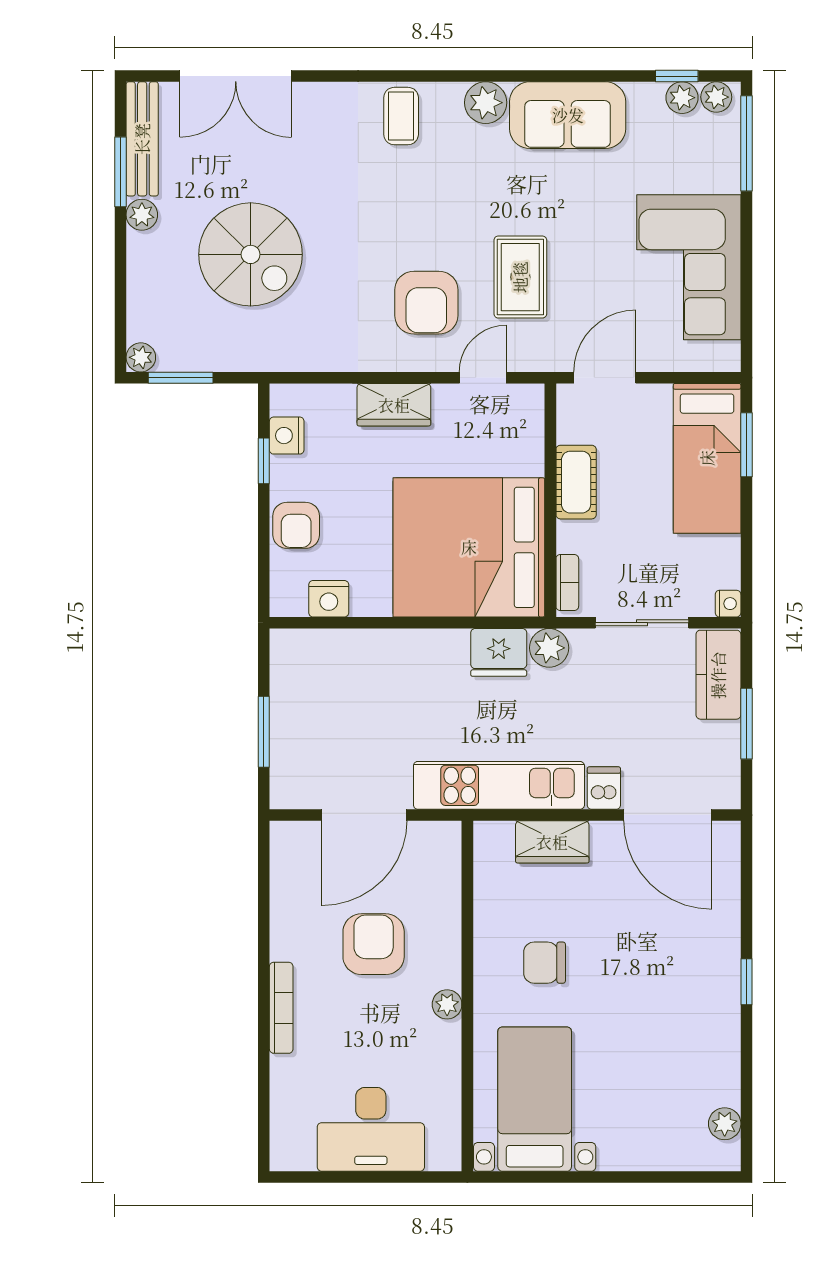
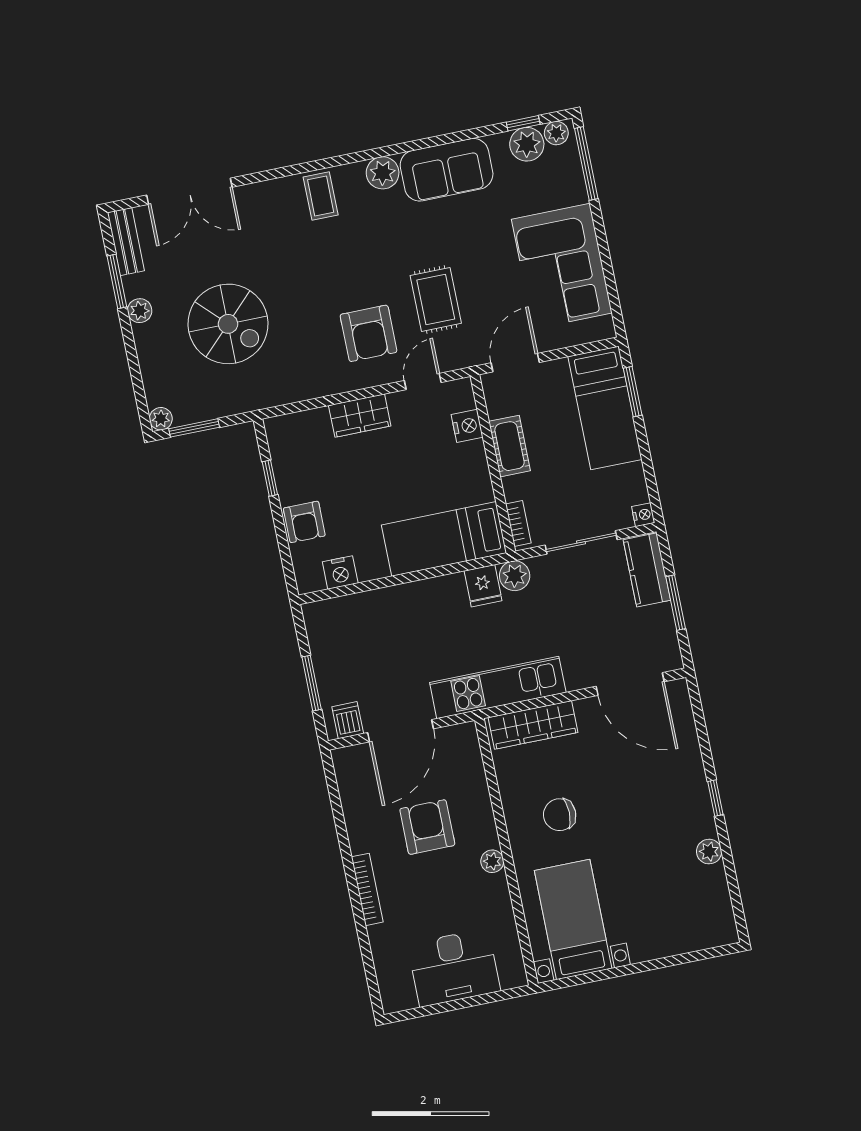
plant: (682, 98) -> (527, 144), width x1.38, depth x1.38
bench: (142, 139) -> (126, 242), width x0.73
nightstand: (287, 436) -> (467, 426), moved, turned 180
bed: (469, 547) -> (444, 539), width x0.49
fridge: (499, 652) -> (483, 586), width x0.72
dishwasher: (604, 788) -> (348, 720), moved
wardrobe: (552, 842) -> (533, 725), width x1.50
plant: (725, 1124) -> (709, 852), moved

